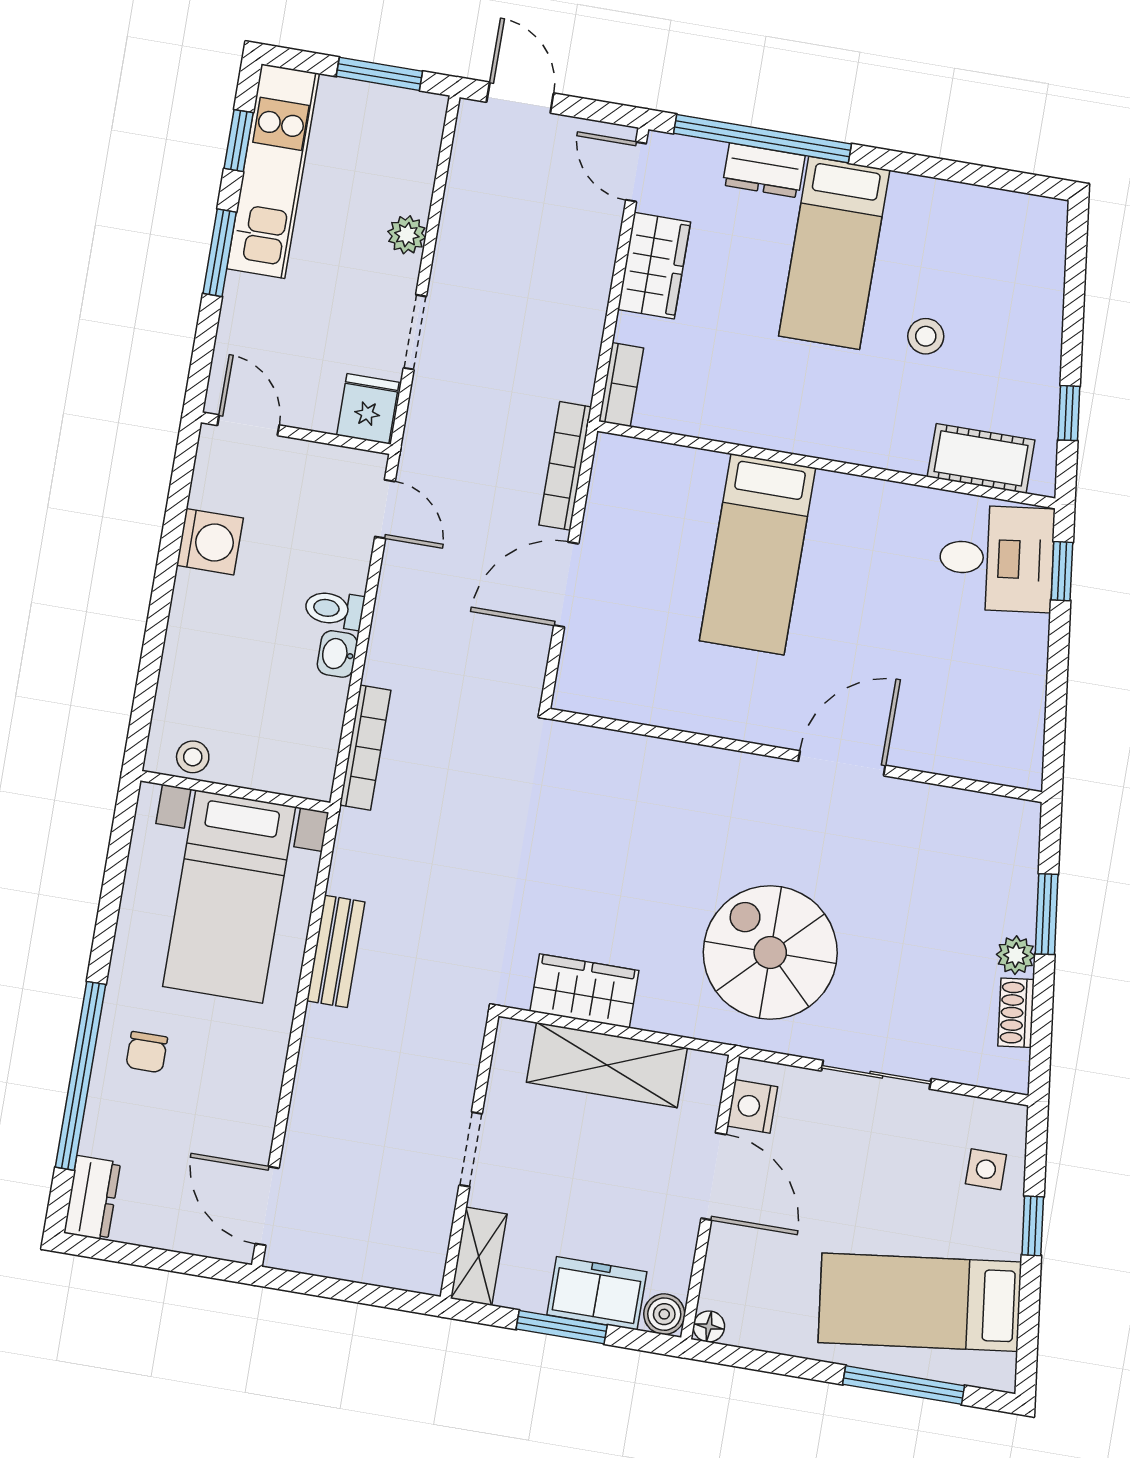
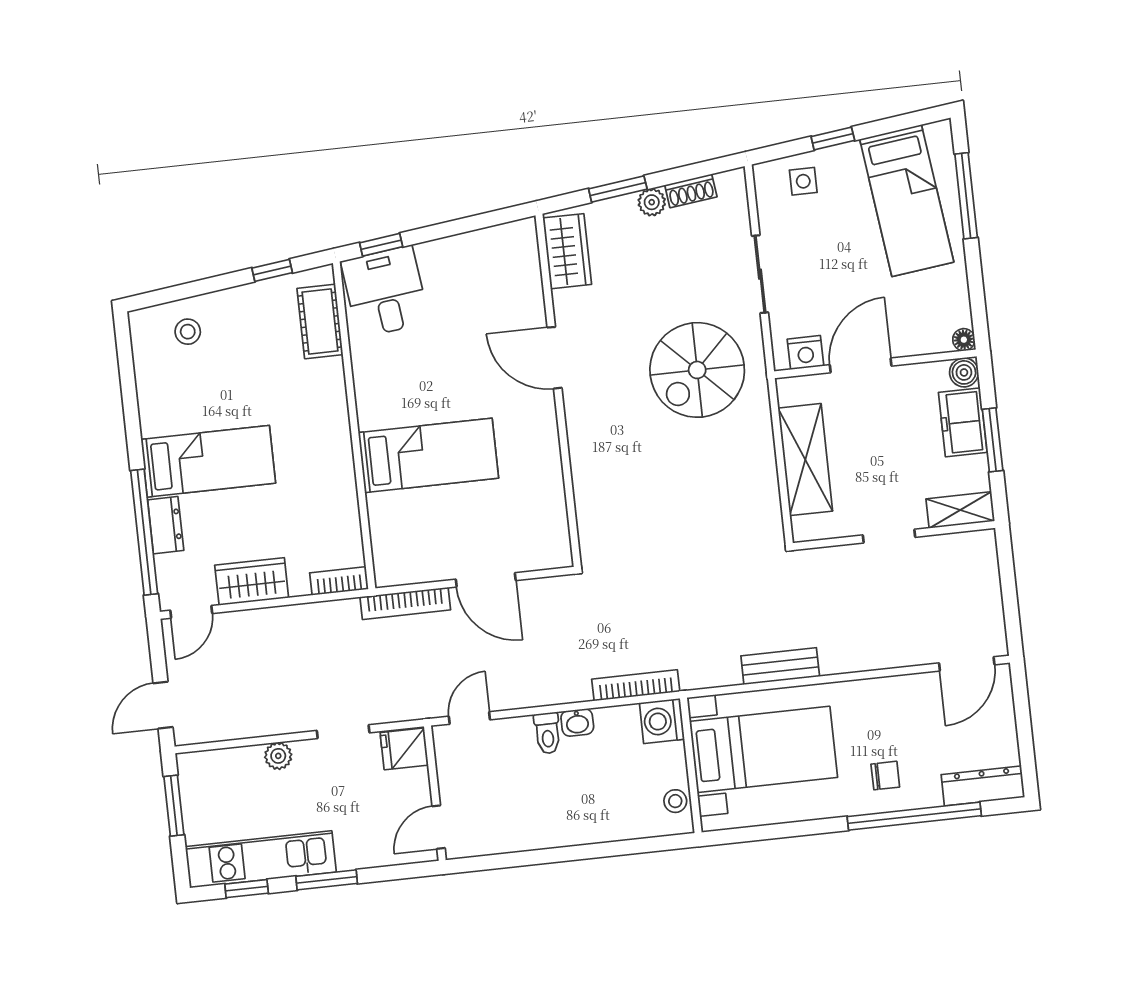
stool: (926, 336) -> (188, 332), moved
washing machine: (210, 542) -> (662, 721), moved, turned -90
wardrobe: (584, 991) -> (567, 251), moved, turned 180
dresser: (92, 1198) -> (983, 786), width x1.44

